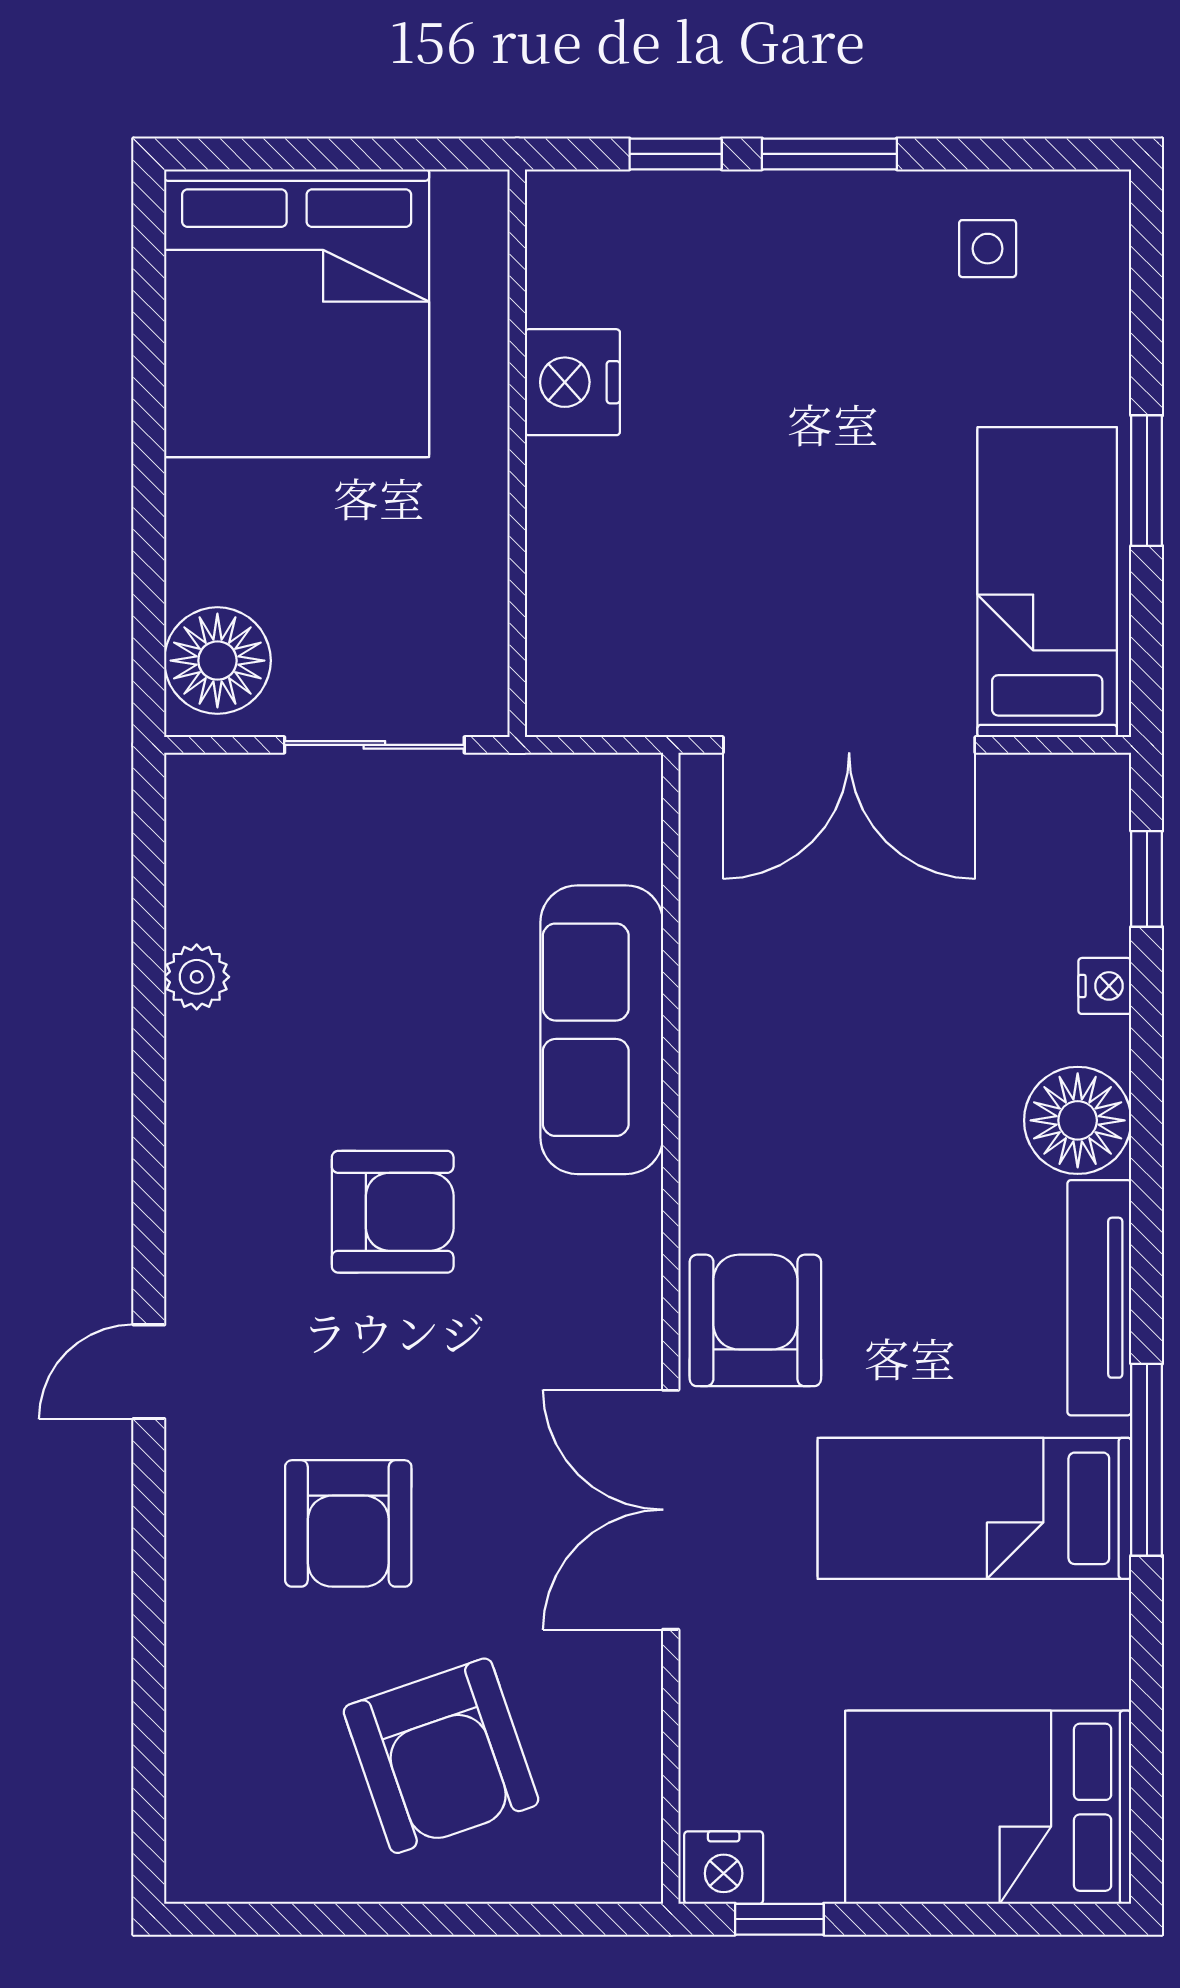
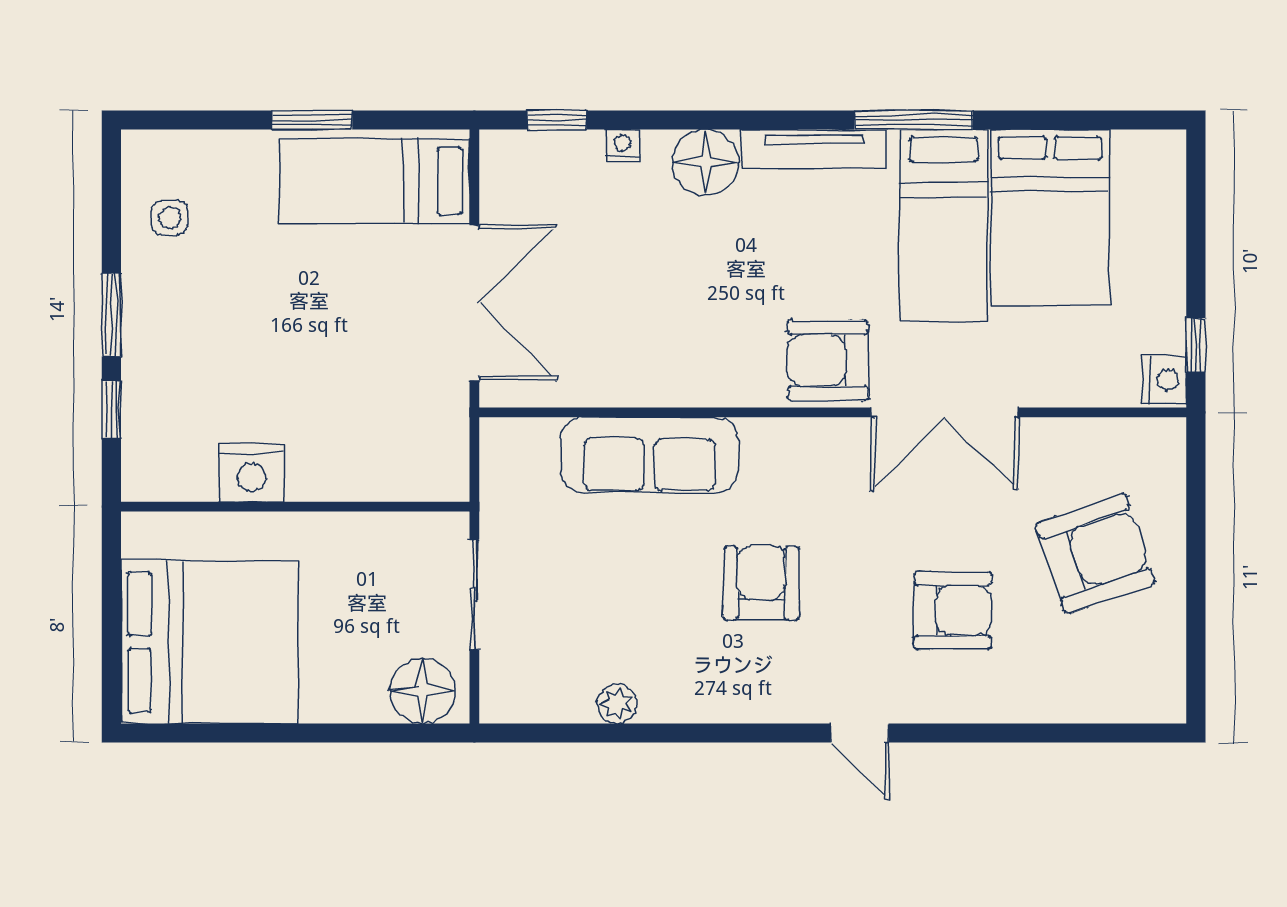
bed: (988, 1807) -> (1050, 217), moved

